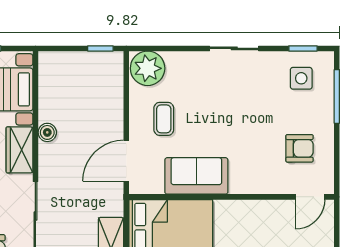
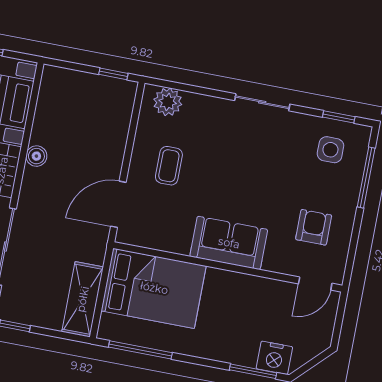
plant: (148, 68) -> (168, 102), width x0.73, depth x0.73
armchair: (299, 148) -> (314, 227), turned -90
sofa: (196, 176) -> (229, 243), moved

